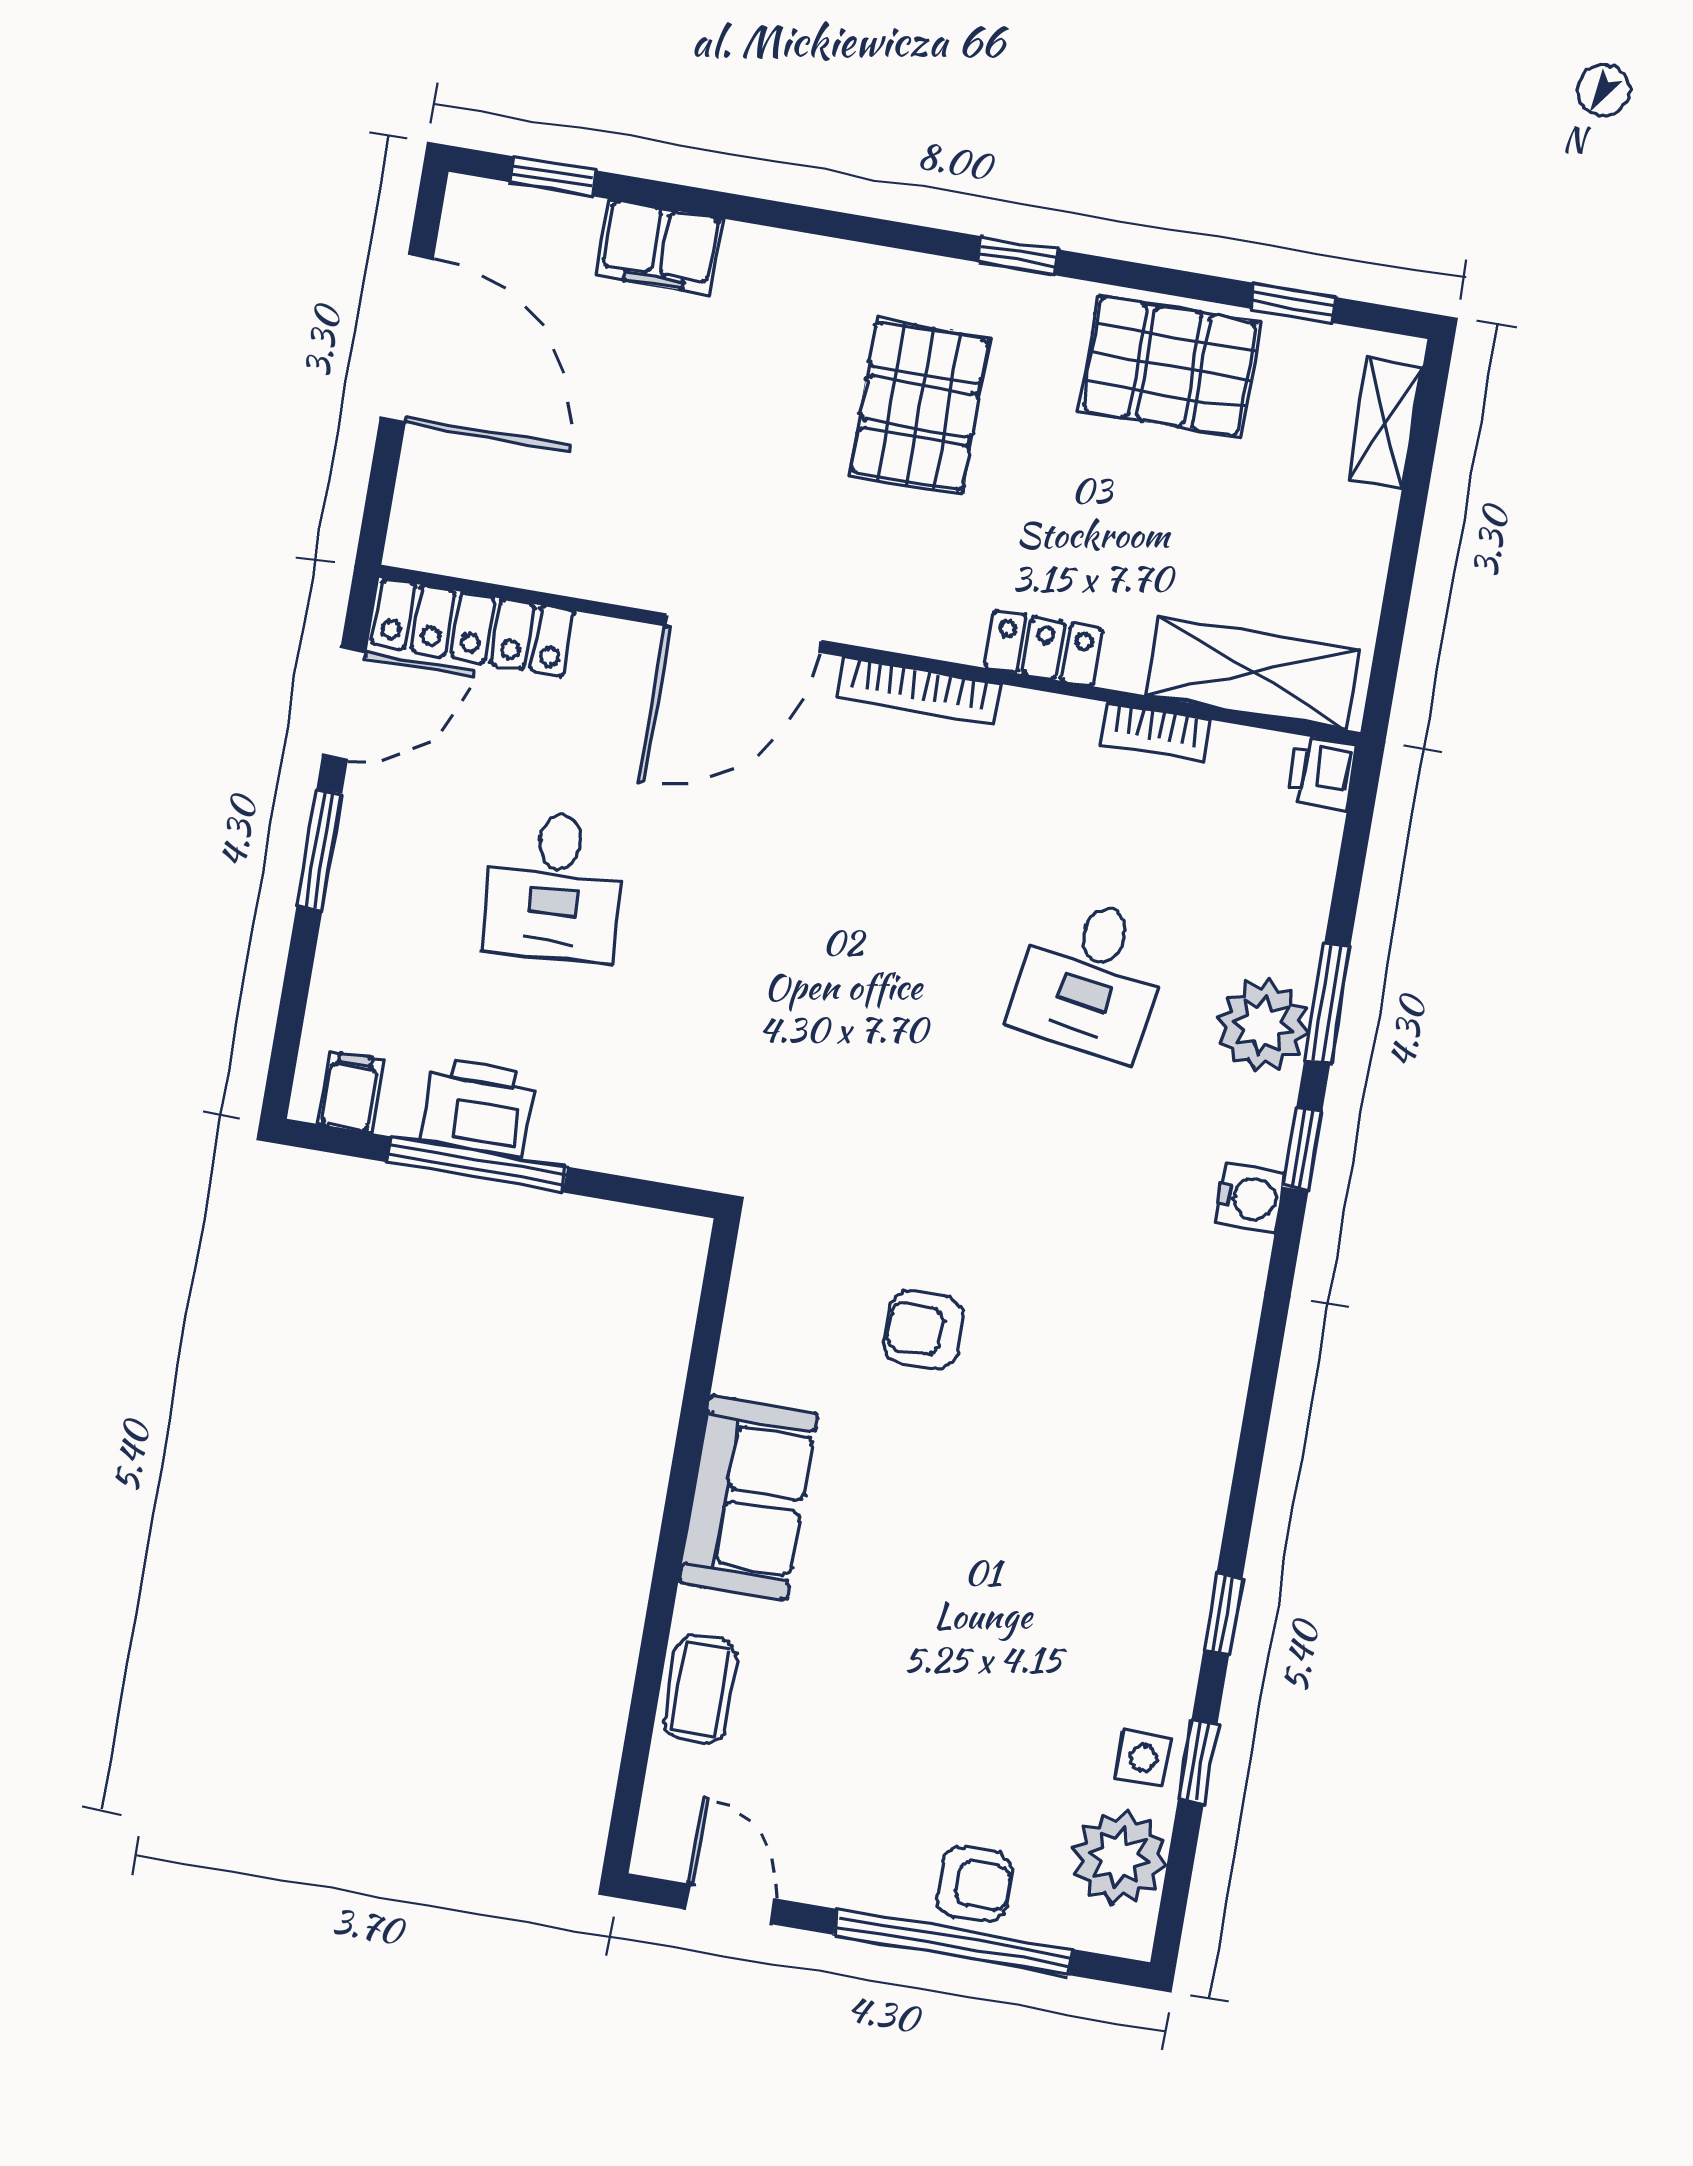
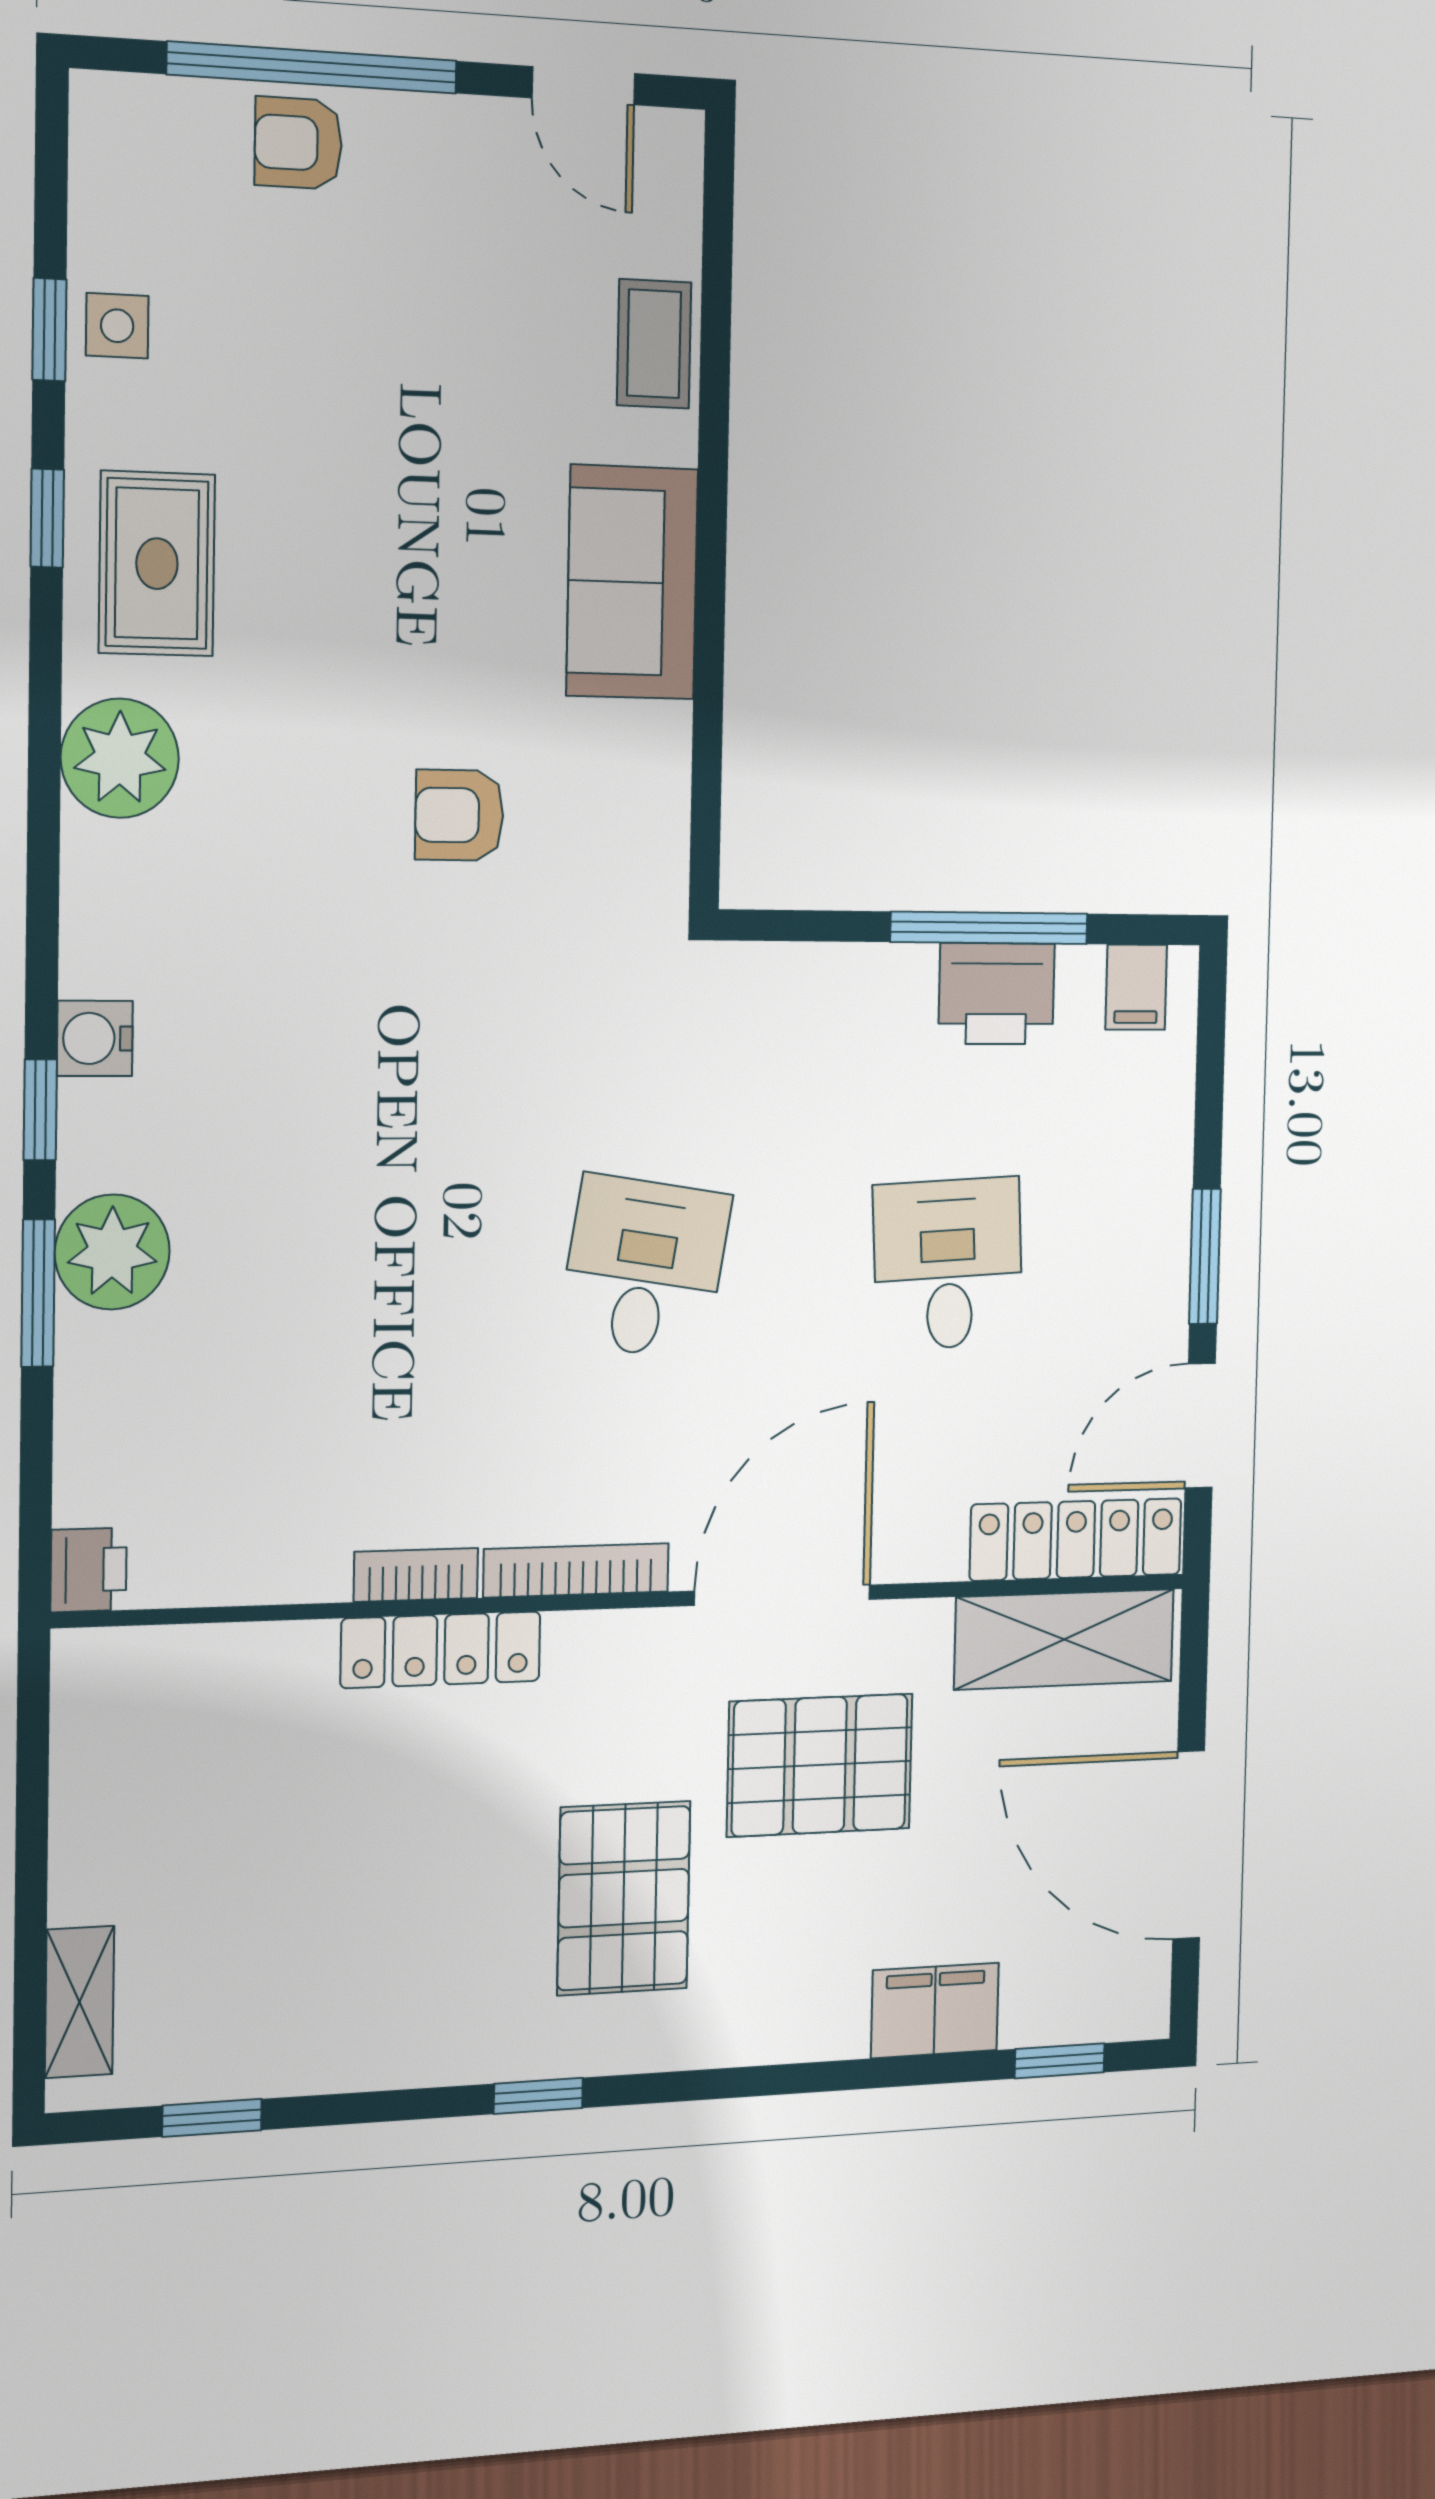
pallet: (1169, 366) -> (820, 1765), moved
locker: (1044, 648) -> (441, 1650), width x1.53
shelving: (1253, 673) -> (1064, 1639), moved
bookcase: (1156, 732) -> (416, 1575), moved
desk: (1090, 978) -> (644, 1268), moved
armchair: (923, 1330) -> (459, 815), turned 180
rug: (1141, 1567) -> (157, 564), added
plant: (1119, 1858) -> (120, 758), moved

